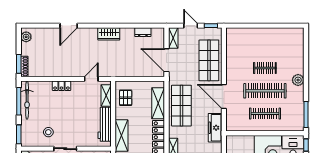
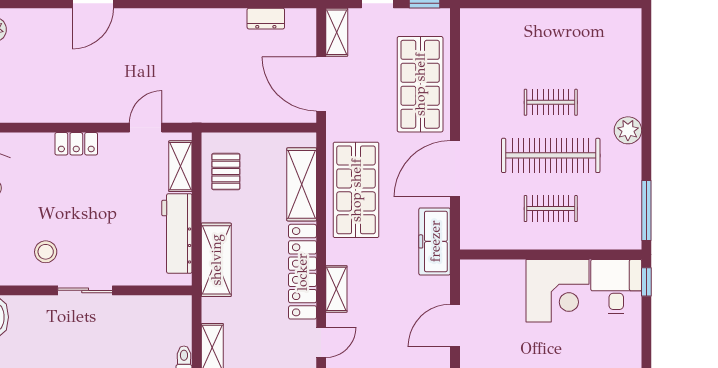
wardrobe: (109, 34) -> (187, 23), removed
door: (224, 97) -> (455, 169), hinge flipped
clothes rail: (265, 114) -> (551, 209), width x0.73

